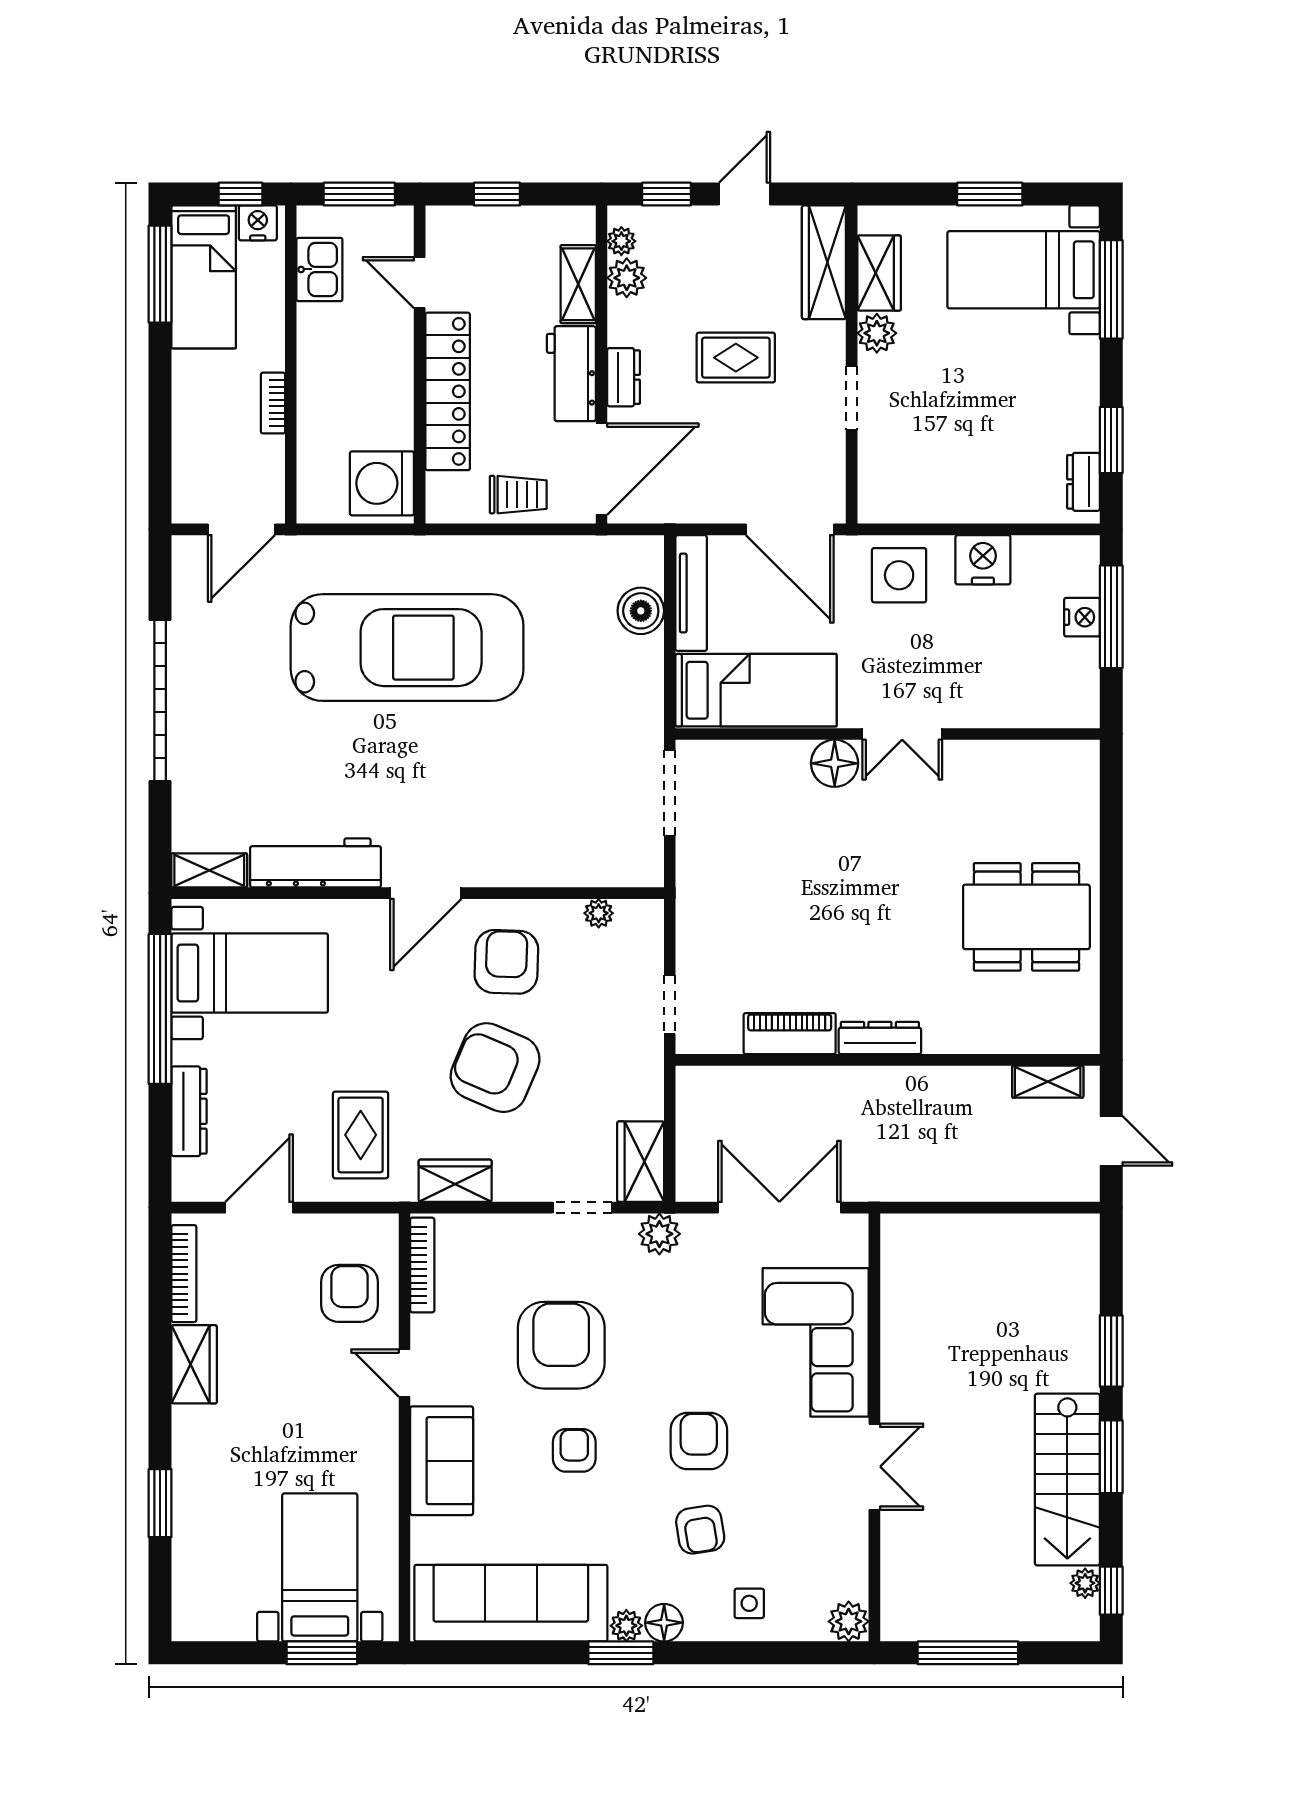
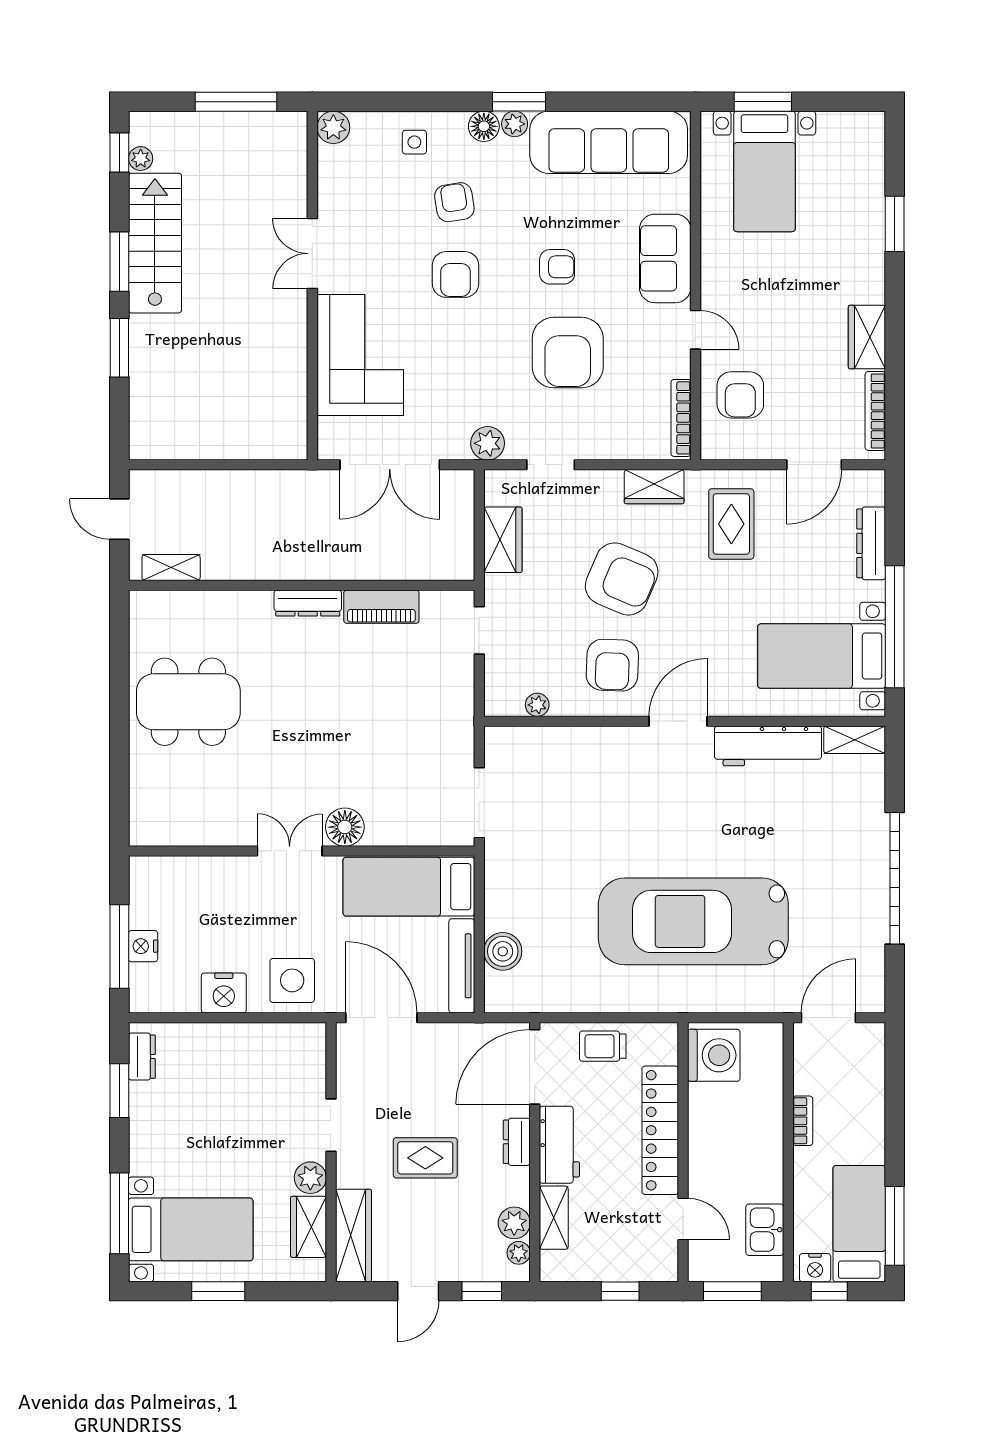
wardrobe: (641, 1162) -> (503, 540), moved
armchair: (574, 1450) -> (557, 267), turned -90

